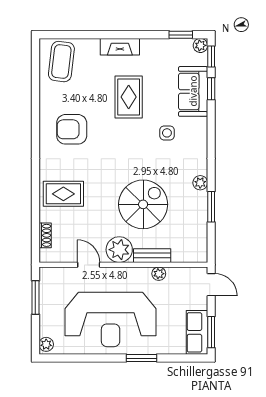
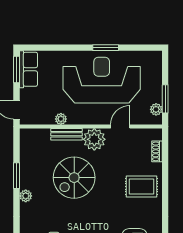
door: (89, 265) -> (120, 126), swing flipped
plant: (46, 344) -> (156, 109), moved
window: (141, 358) -> (106, 48), moved

